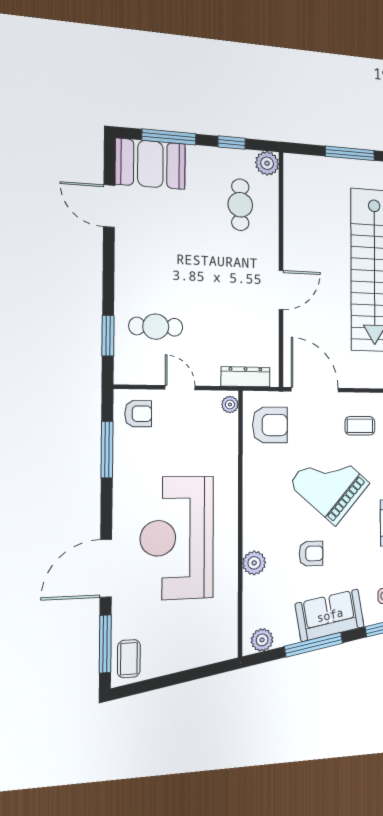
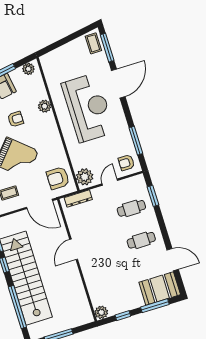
cafe table: (240, 205) -> (141, 240), moved, turned 90
door: (180, 388) -> (110, 182), swing flipped
plant: (230, 404) -> (85, 177), width x1.88, depth x1.88
armchair: (311, 554) -> (16, 119), turned 180

